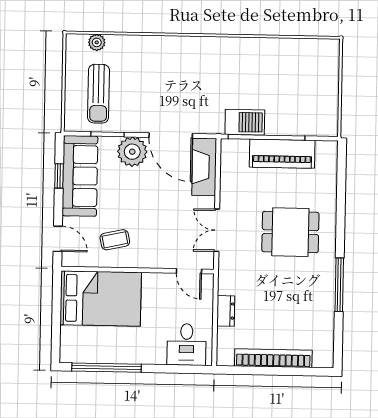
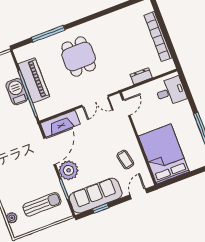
barbecue: (245, 122) -> (17, 92), moved
window: (339, 285) -> (48, 34), moved

